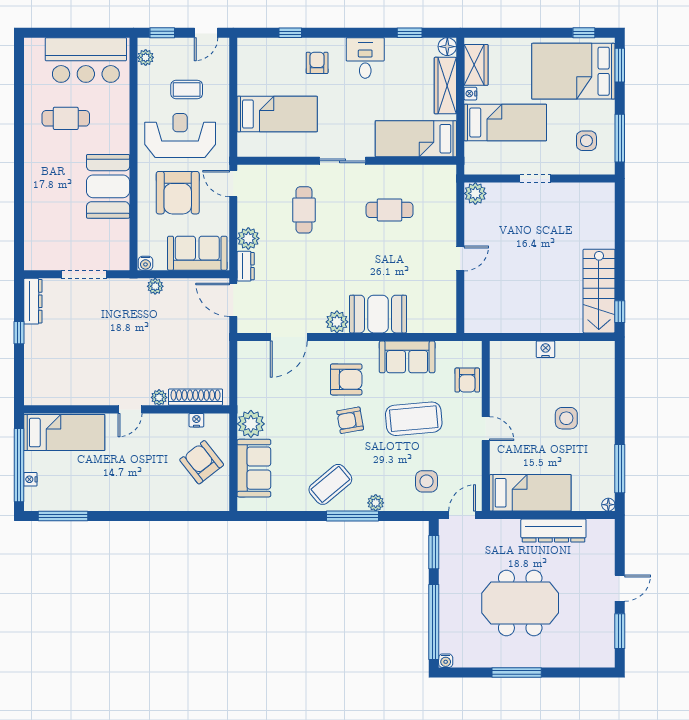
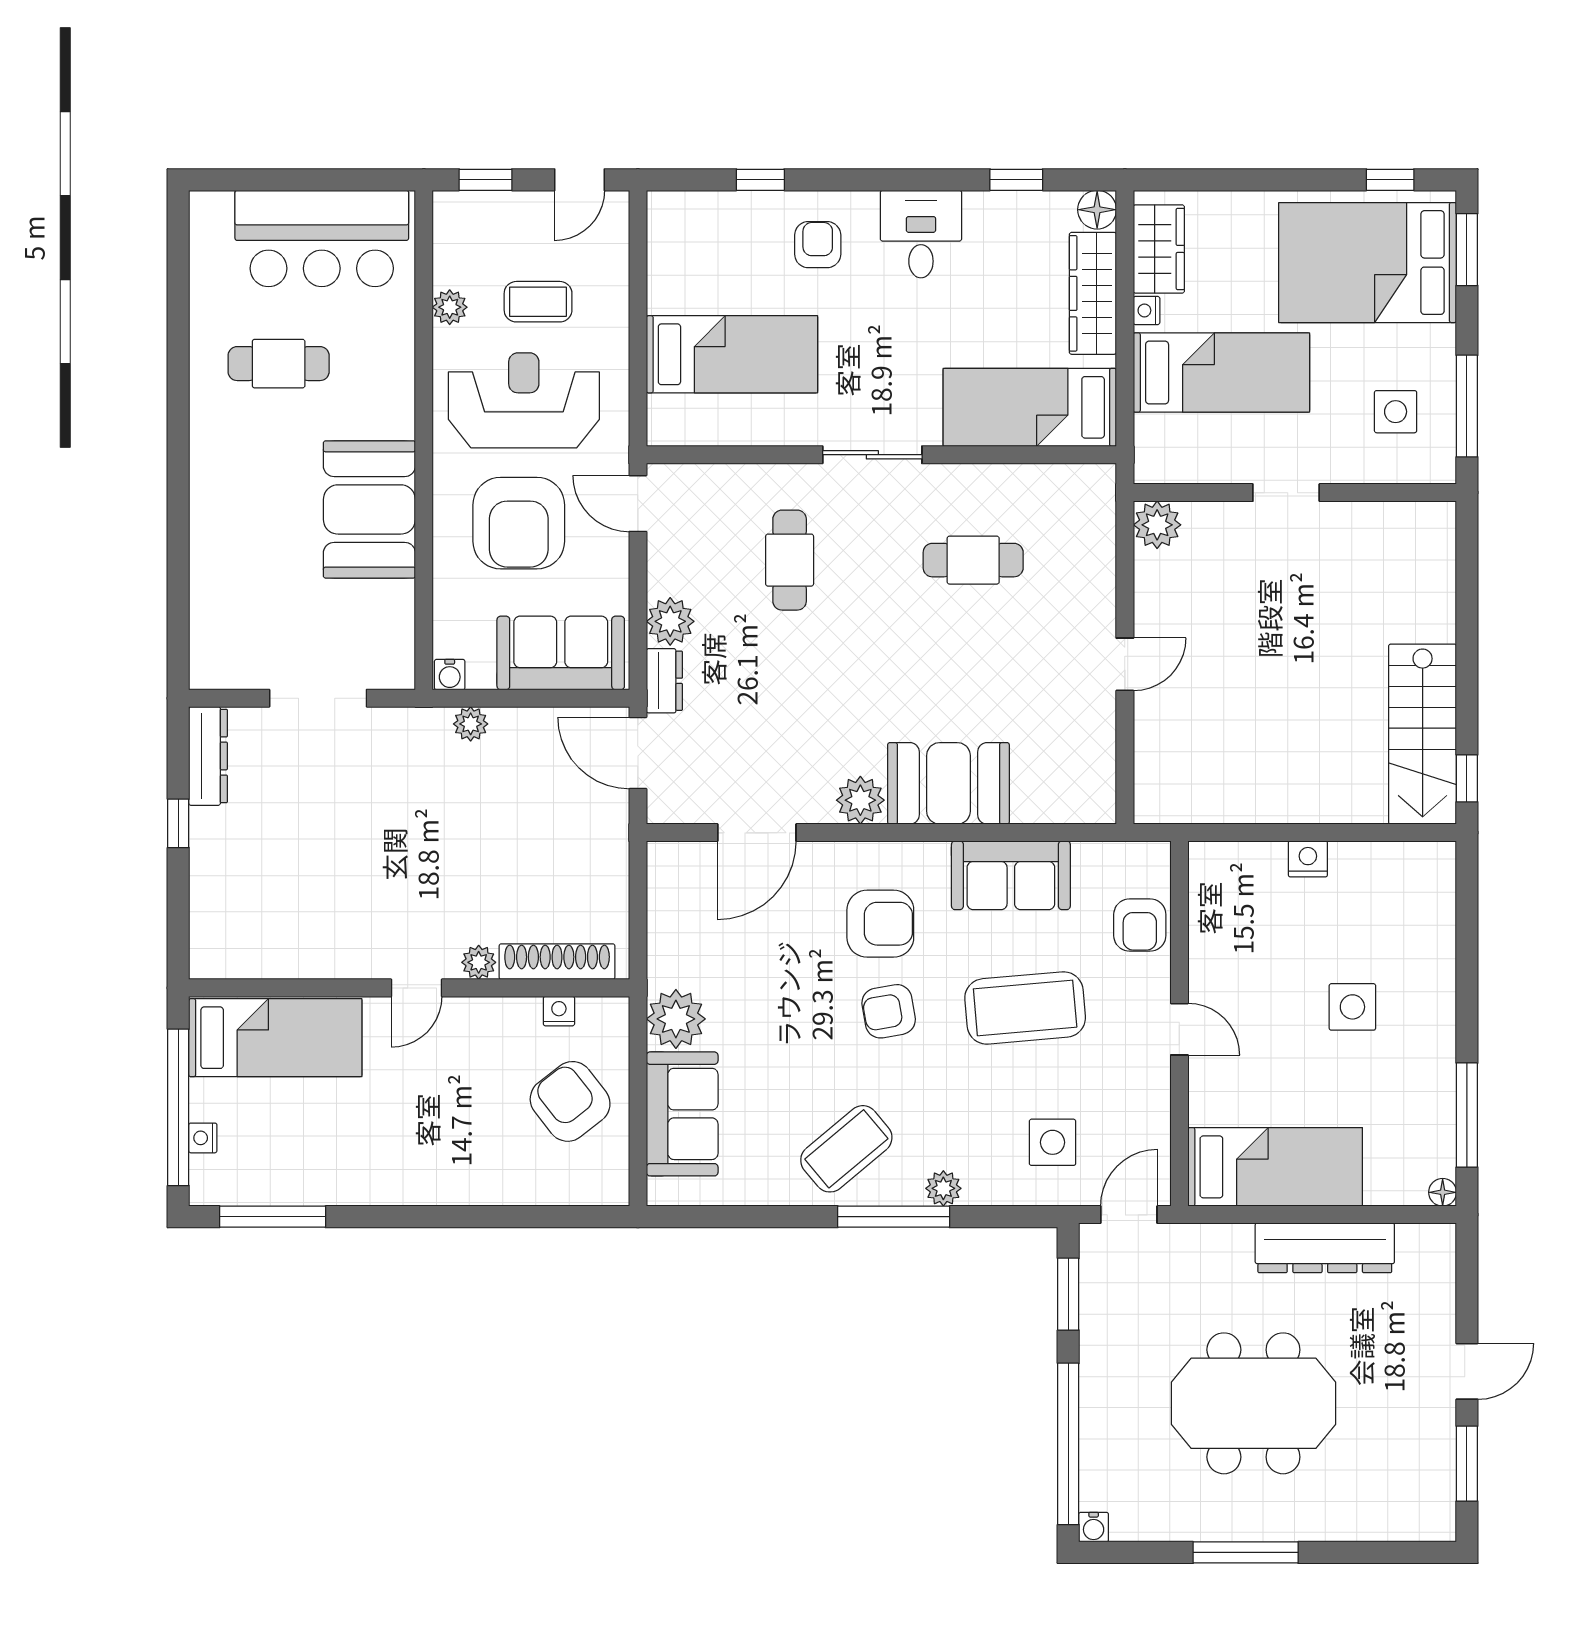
plant: (146, 57) -> (450, 307), moved

